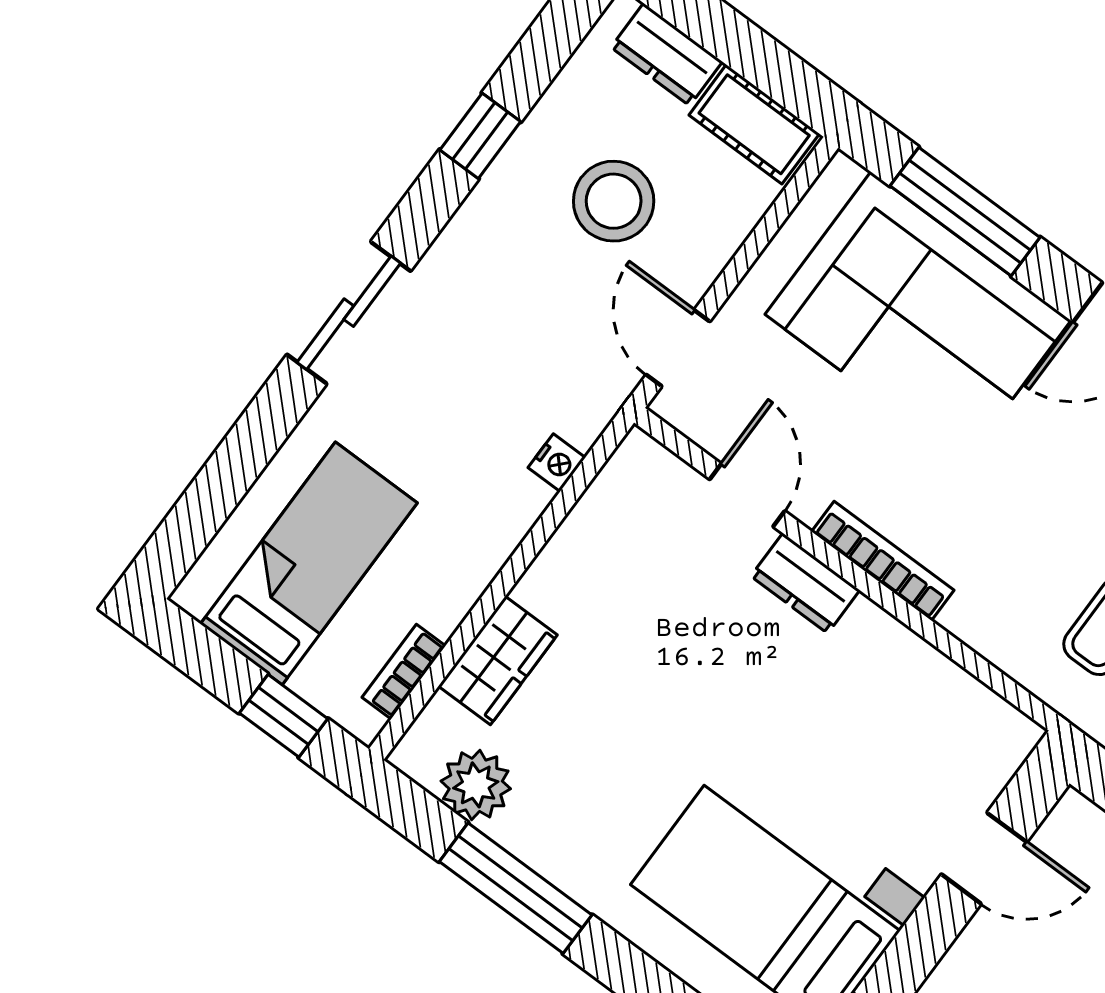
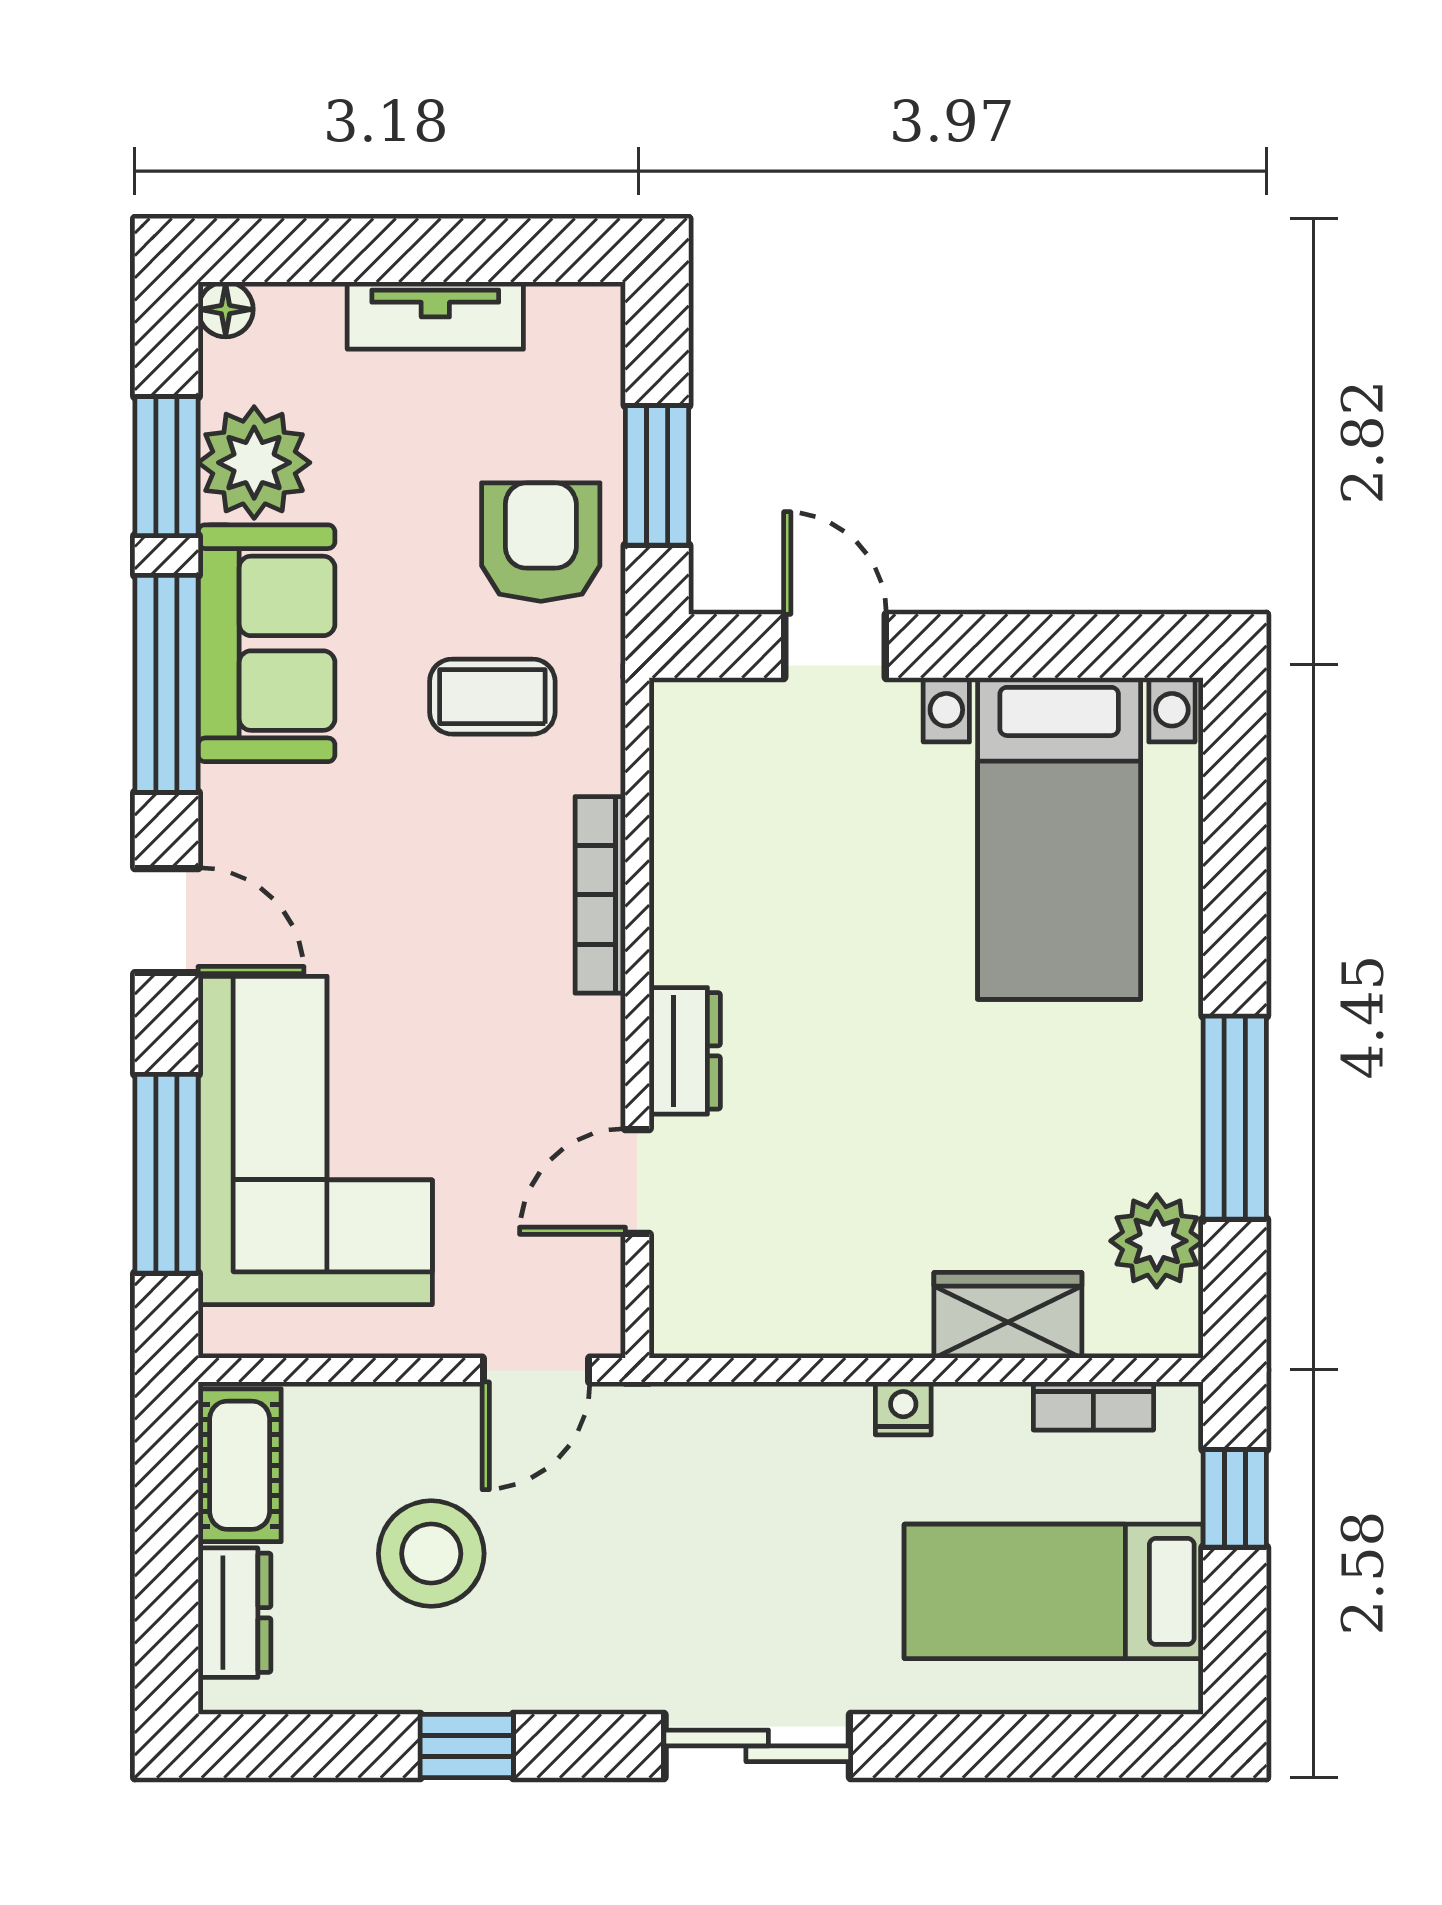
nightstand: (557, 463) -> (903, 1408), moved
bookcase: (883, 561) -> (600, 895), moved

